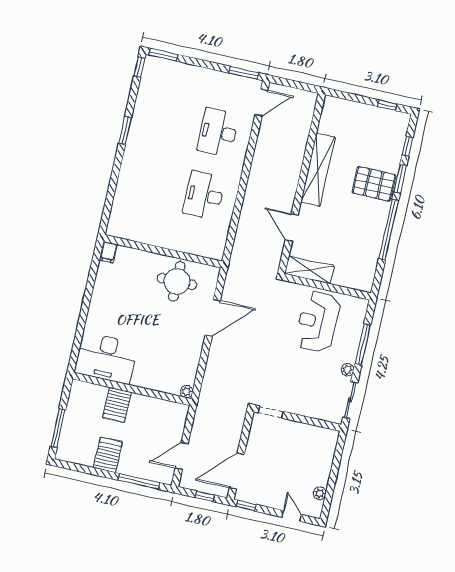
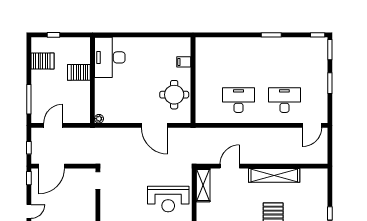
window: (244, 73) -> (330, 83), moved
door: (261, 103) -> (312, 125), hinge flipped
filing cabinet: (108, 252) -> (184, 62), moved
reception desk: (318, 322) -> (168, 199), turned 180
window: (58, 428) -> (53, 35), width x0.46
server rack: (108, 455) -> (43, 61), moved
door: (182, 456) -> (53, 125), hinge flipped
door: (237, 471) -> (52, 166), swing flipped

